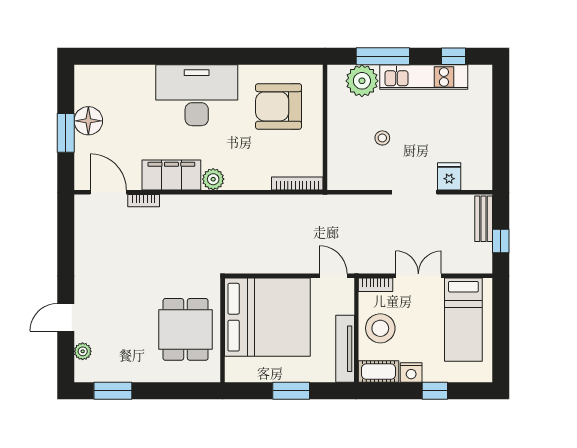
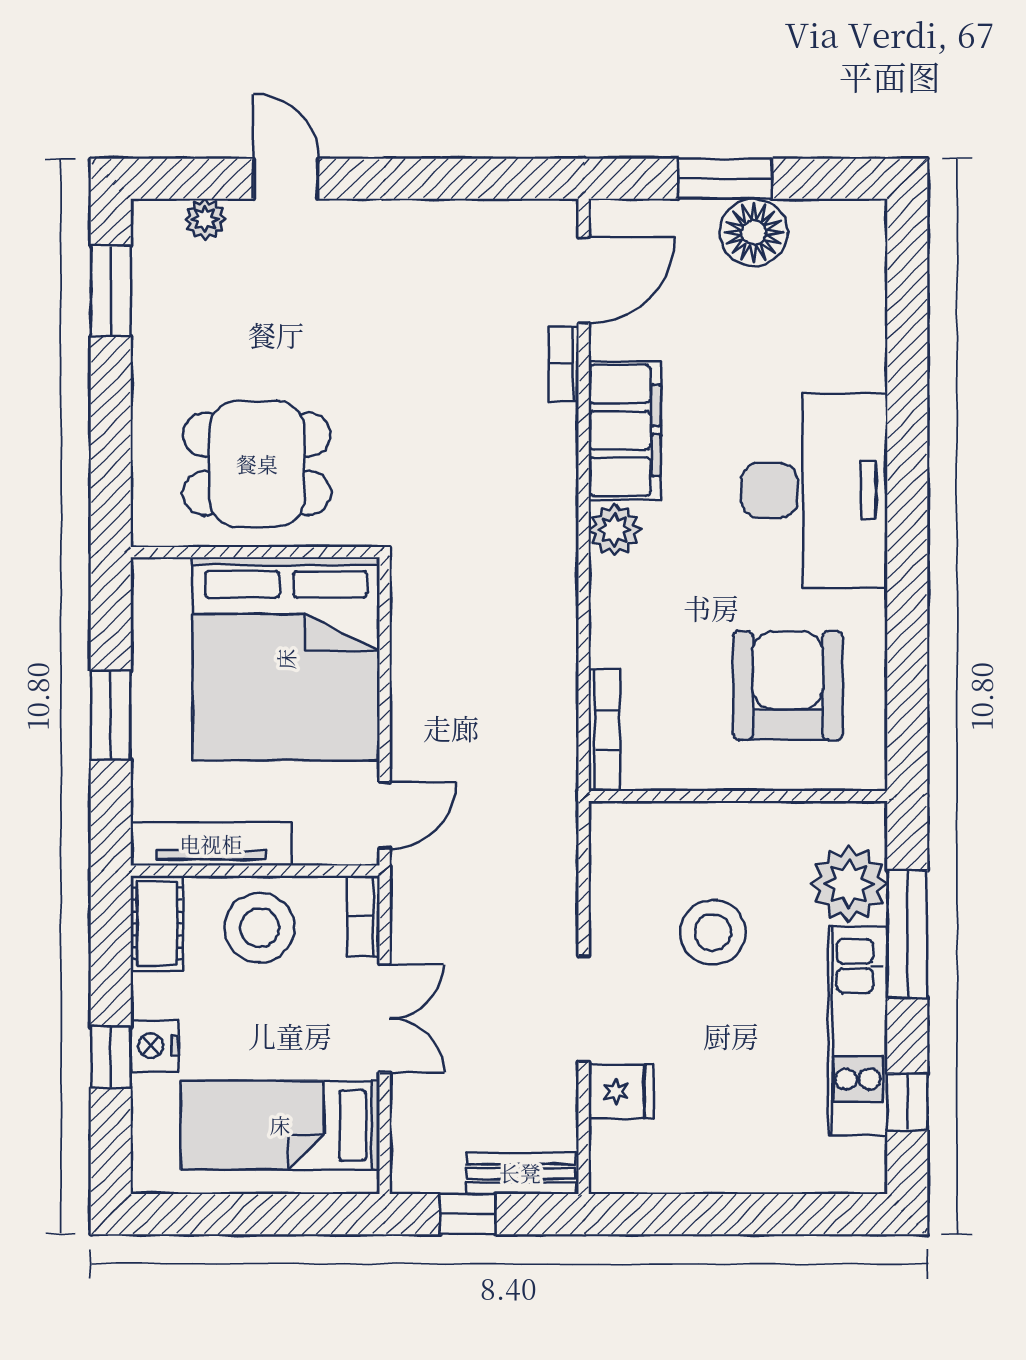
stool: (382, 138) -> (713, 932), width x1.89, depth x1.89
nightstand: (411, 373) -> (154, 1046), moved

